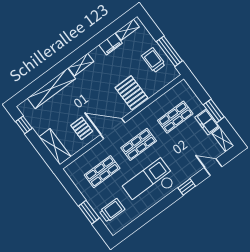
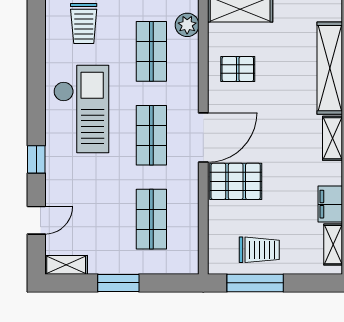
freezer: (207, 122) -> (110, 261), removed
door: (113, 129) -> (203, 137), moved
plant: (79, 165) -> (187, 25), added

